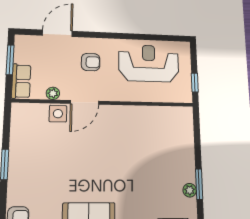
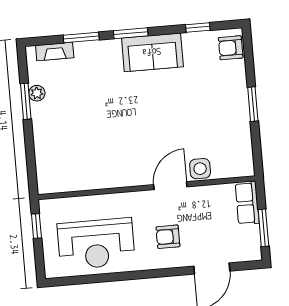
plant: (53, 93) -> (209, 192), removed

